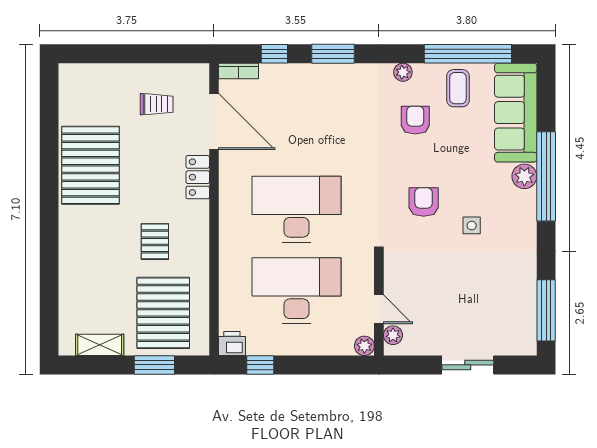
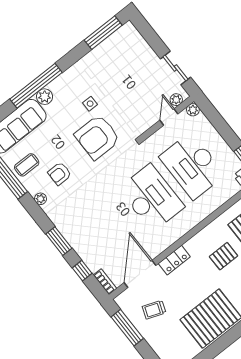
window: (161, 54) -> (127, 328), added
trolley: (157, 104) -> (154, 310), turned -70
armchair: (424, 202) -> (97, 137), width x1.88, depth x1.88
desk: (296, 209) -> (151, 198), turned 180
sliding door: (468, 365) -> (175, 68), moved

